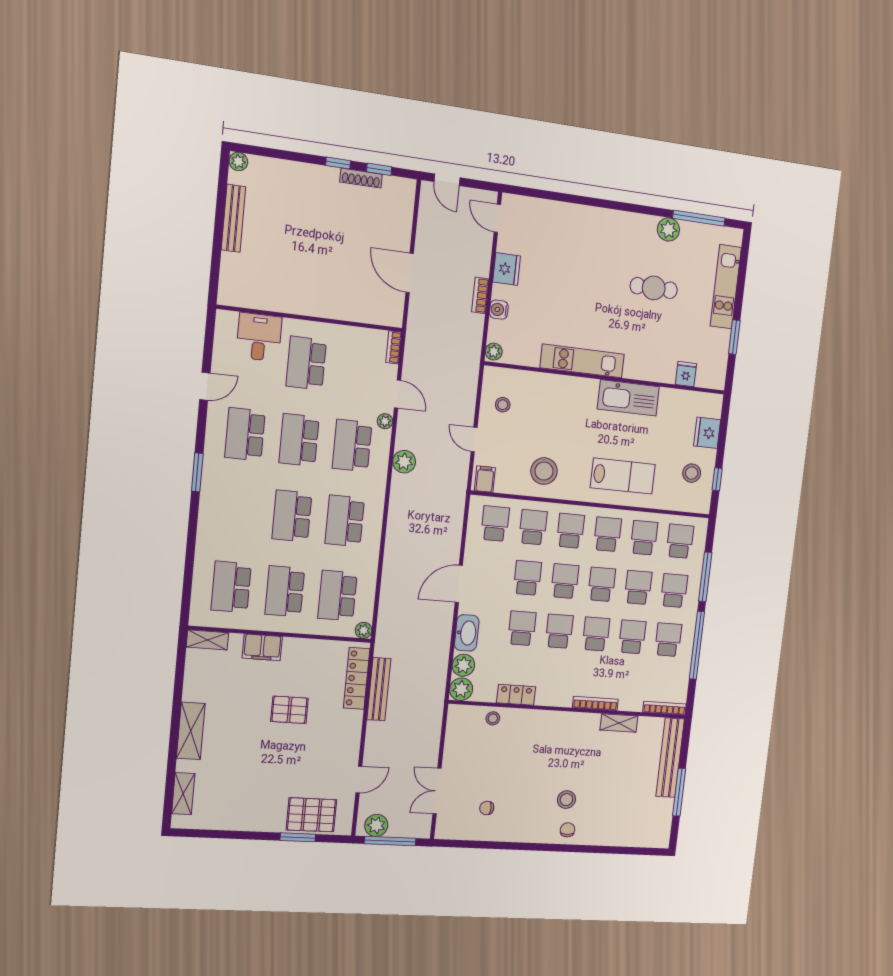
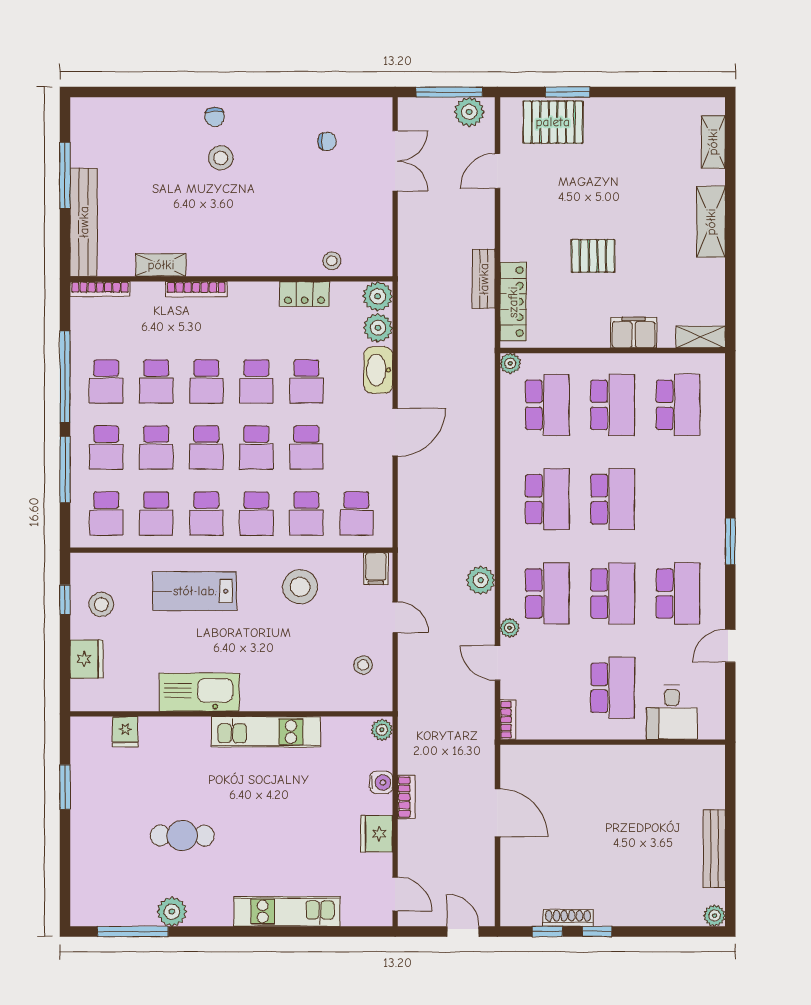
kitchen unit: (726, 287) -> (287, 911), moved, turned -90
bench: (379, 689) -> (484, 279), width x0.73

